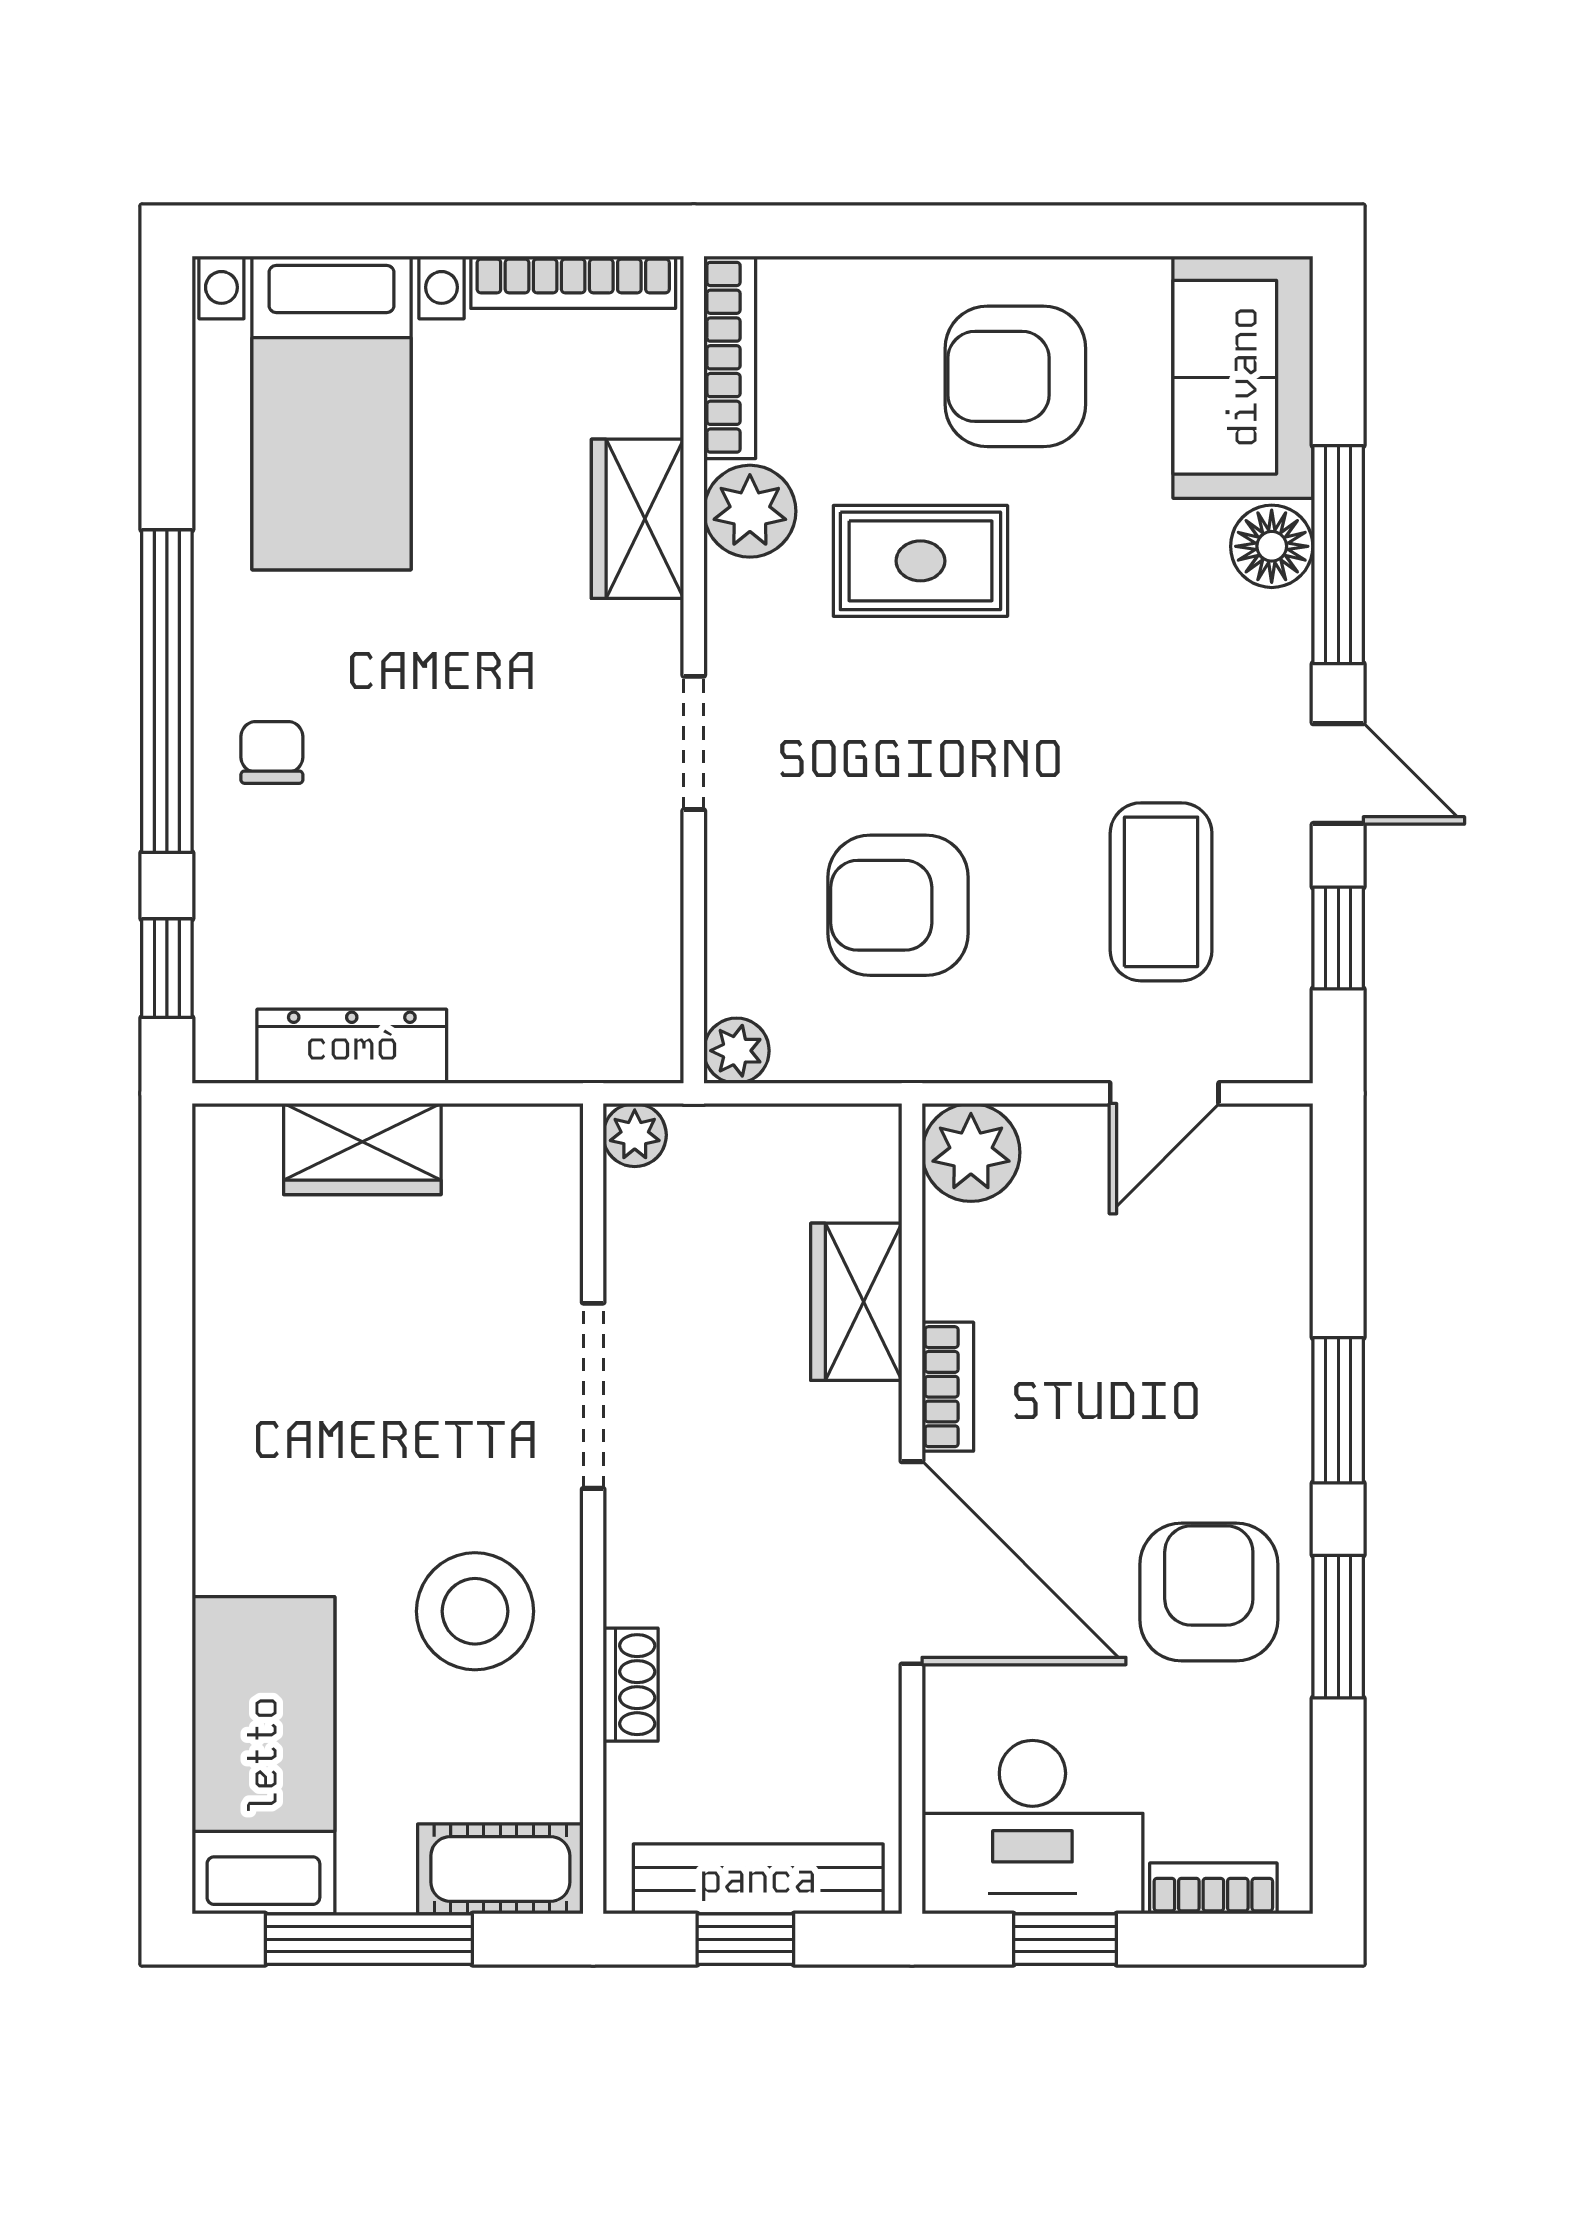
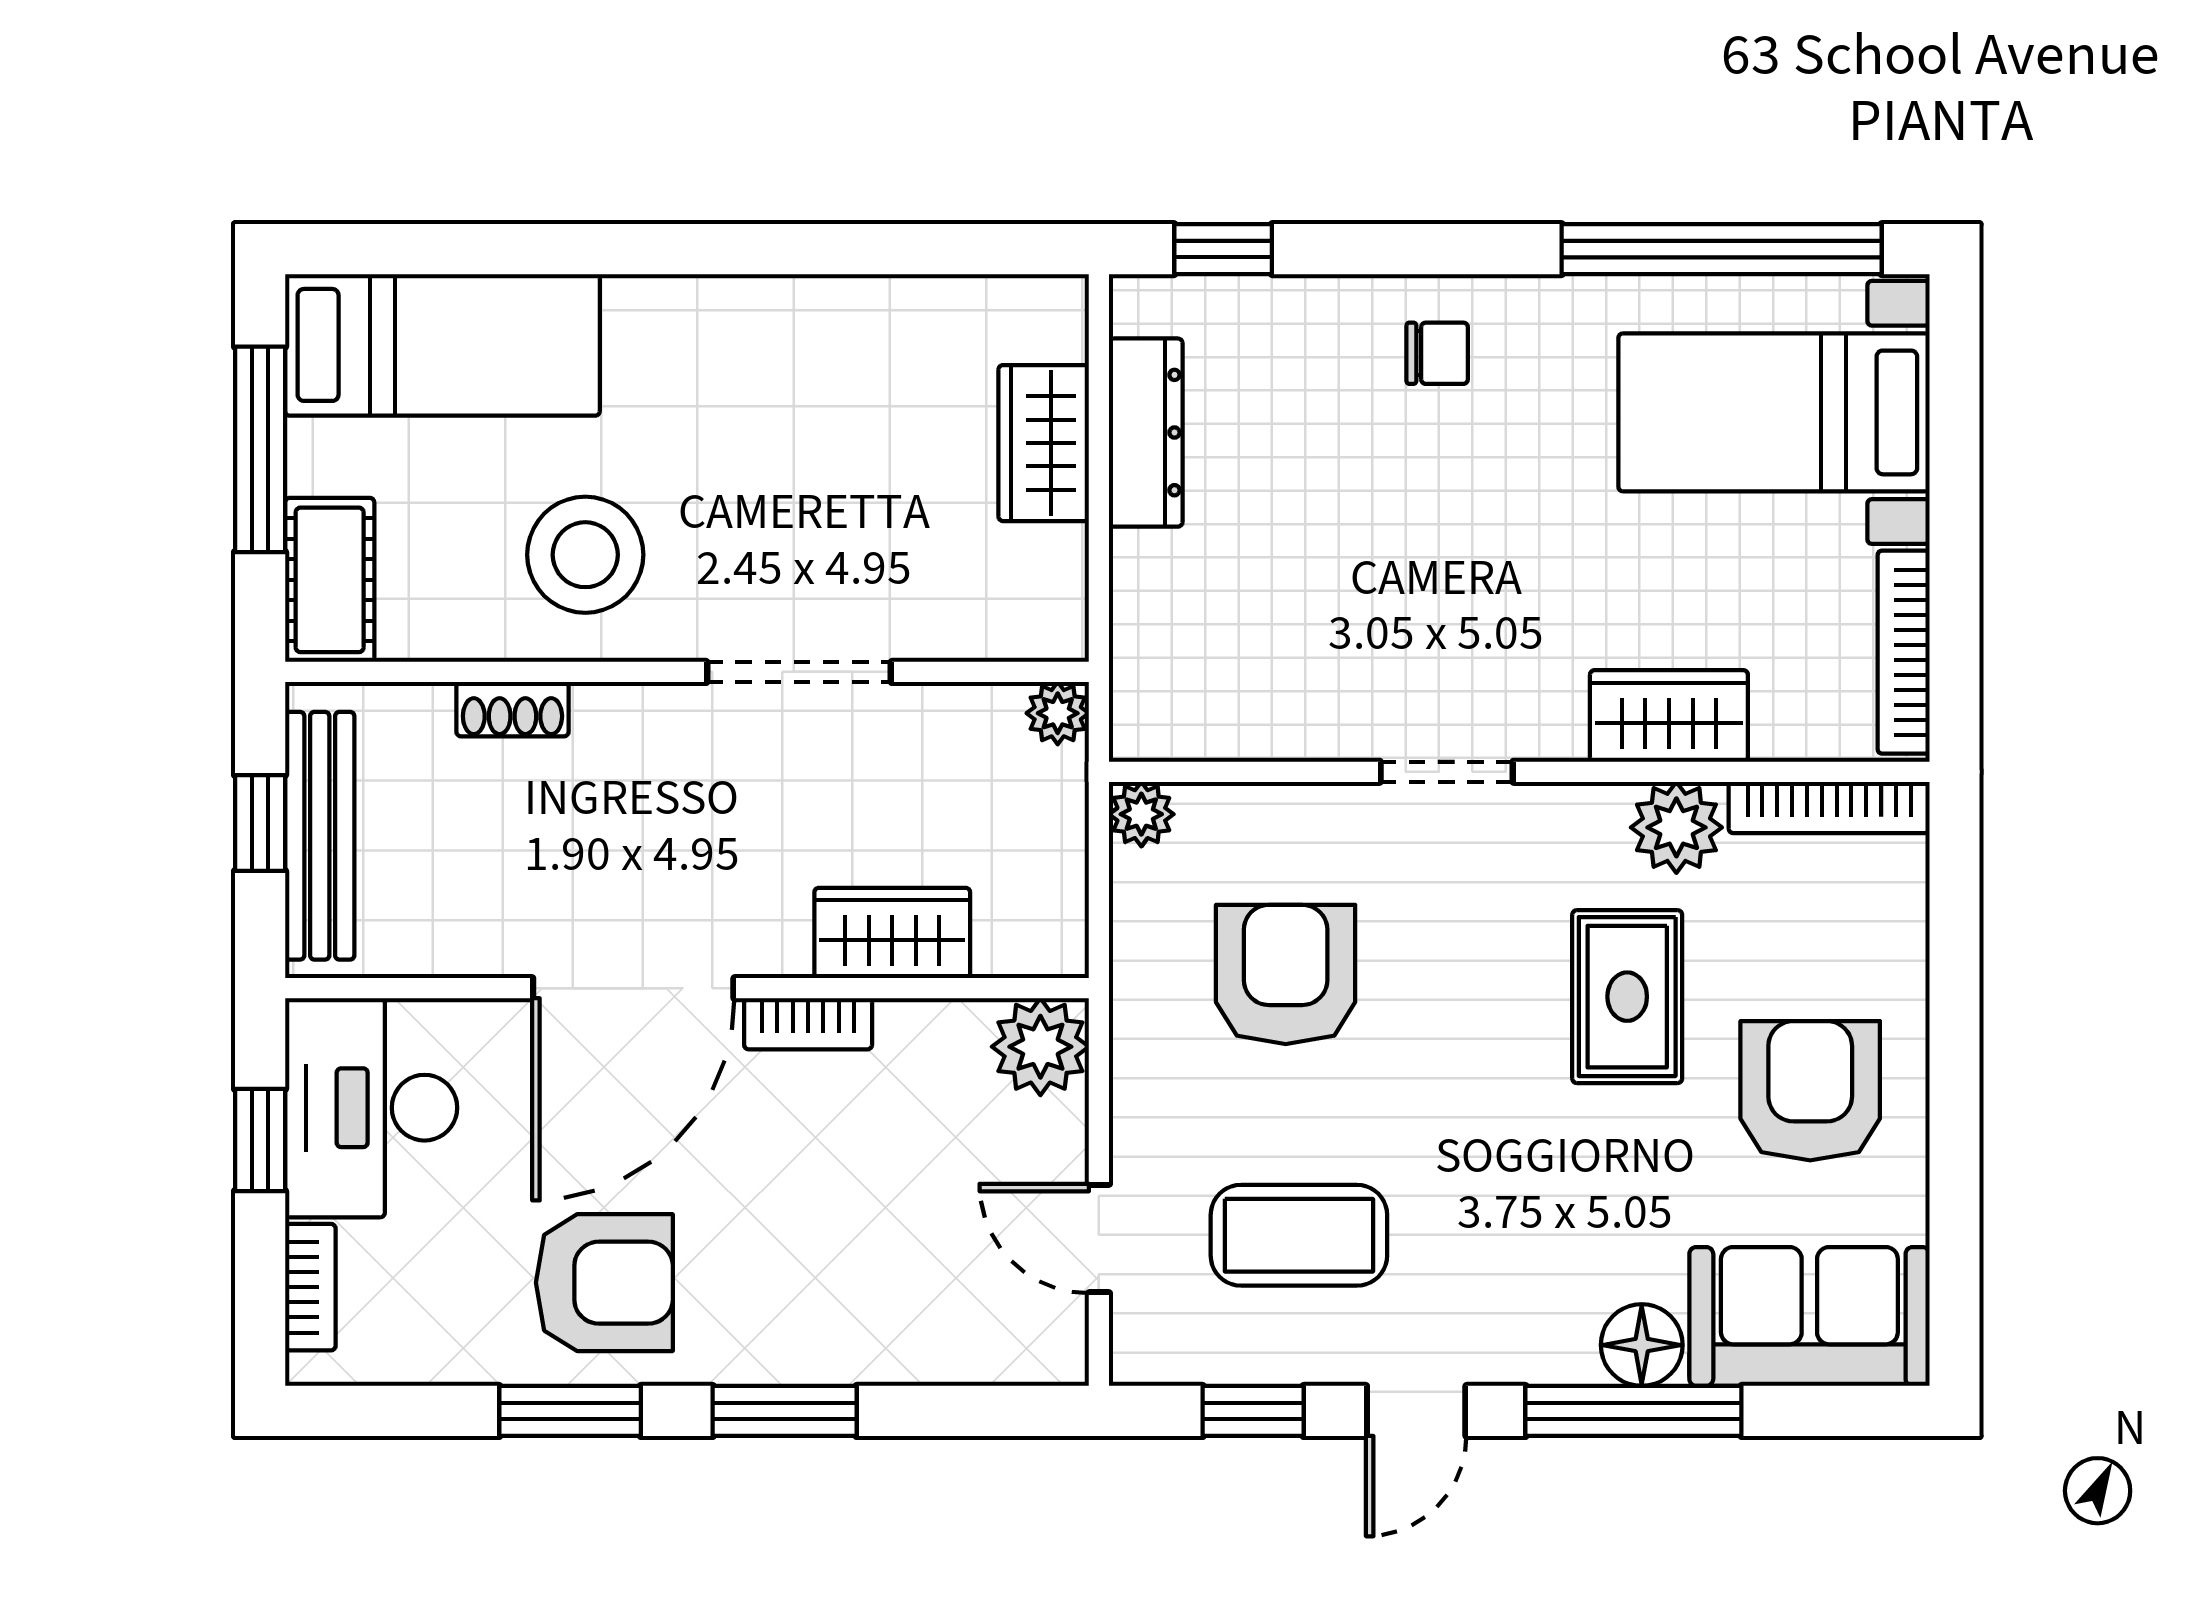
window: (167, 691) -> (1722, 249), moved

